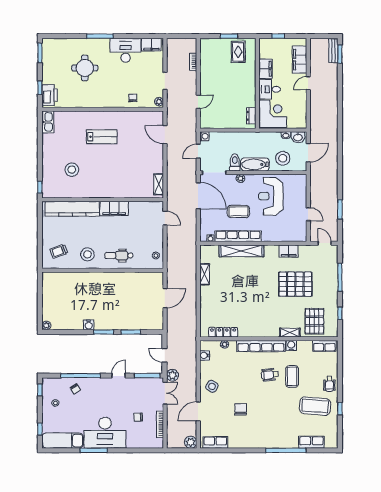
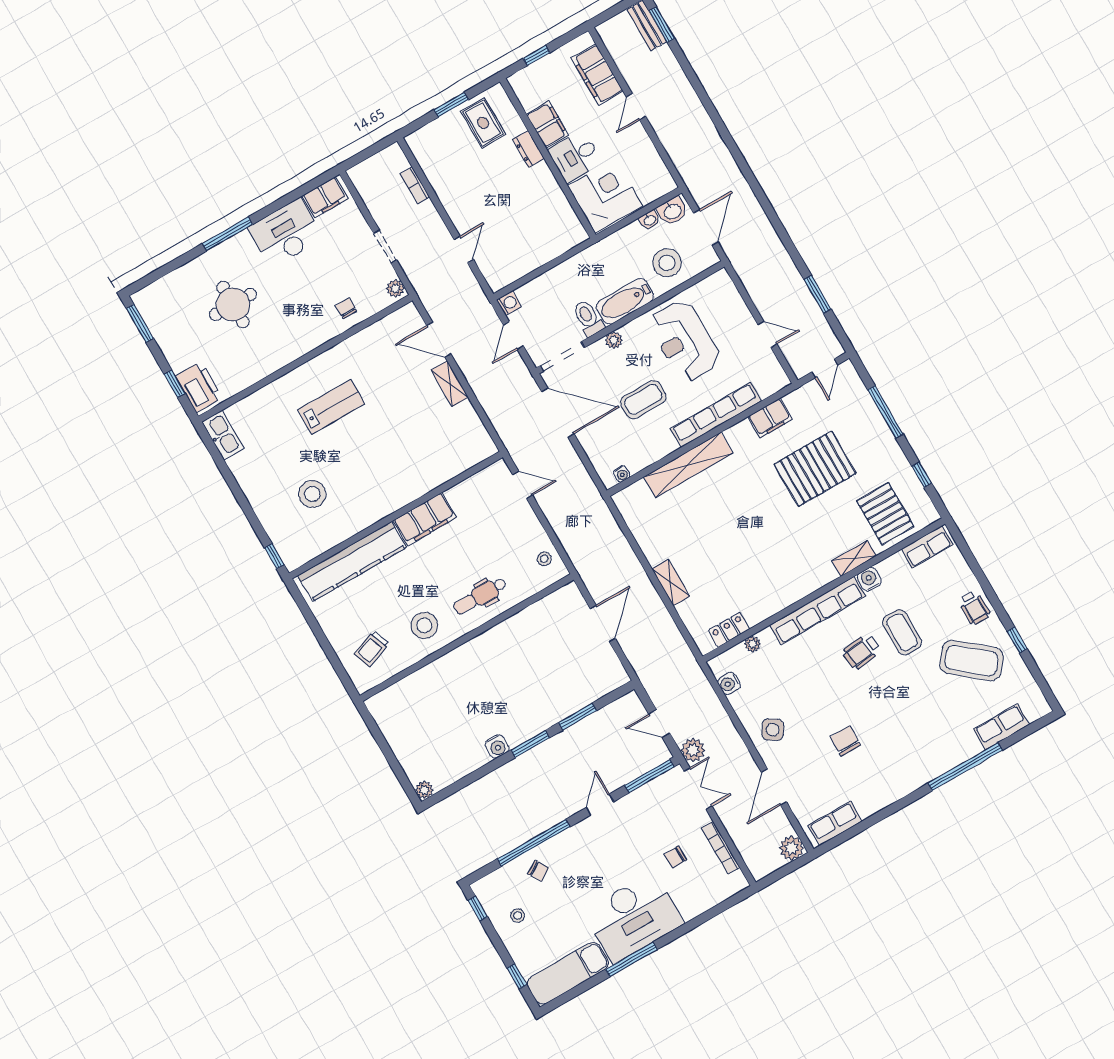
dresser: (251, 116) -> (528, 149), moved
shelving: (159, 184) -> (450, 384), moved
row of seats: (238, 236) -> (716, 415), moved
door: (325, 243) -> (825, 368), swing flipped
shelving: (205, 274) -> (671, 583), moved
locker: (223, 332) -> (729, 630), width x0.66
coffee table: (315, 406) -> (971, 661), turned 35

